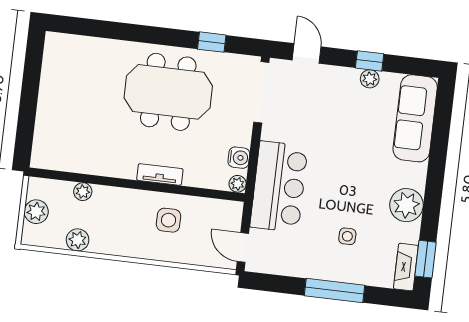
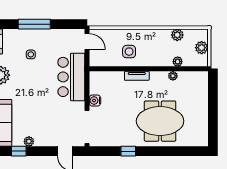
window: (212, 42) -> (128, 151), moved
window: (370, 61) -> (19, 151), moved
meeting table: (168, 92) -> (160, 121), moved
water cooler: (239, 158) -> (95, 101), moved
plant: (238, 184) -> (173, 76), moved

